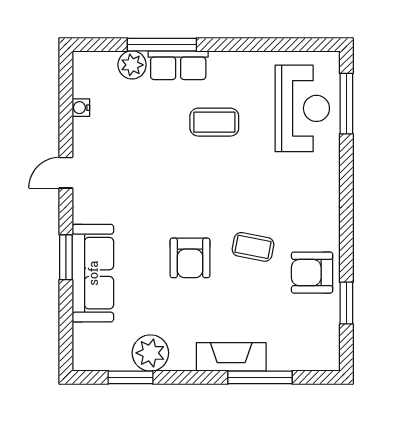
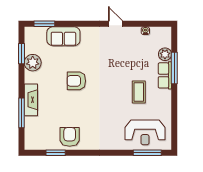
coffee table: (253, 247) -> (81, 110), removed
window: (66, 257) -> (44, 24), moved
sofa: (93, 273) -> (63, 36), width x0.73

